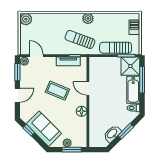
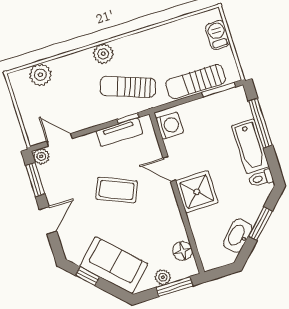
plant: (88, 18) -> (103, 54), moved
plant: (26, 19) -> (40, 75), moved
washing machine: (95, 66) -> (170, 126), added
shower: (130, 66) -> (197, 192), moved
floor lamp: (82, 111) -> (183, 251), moved

